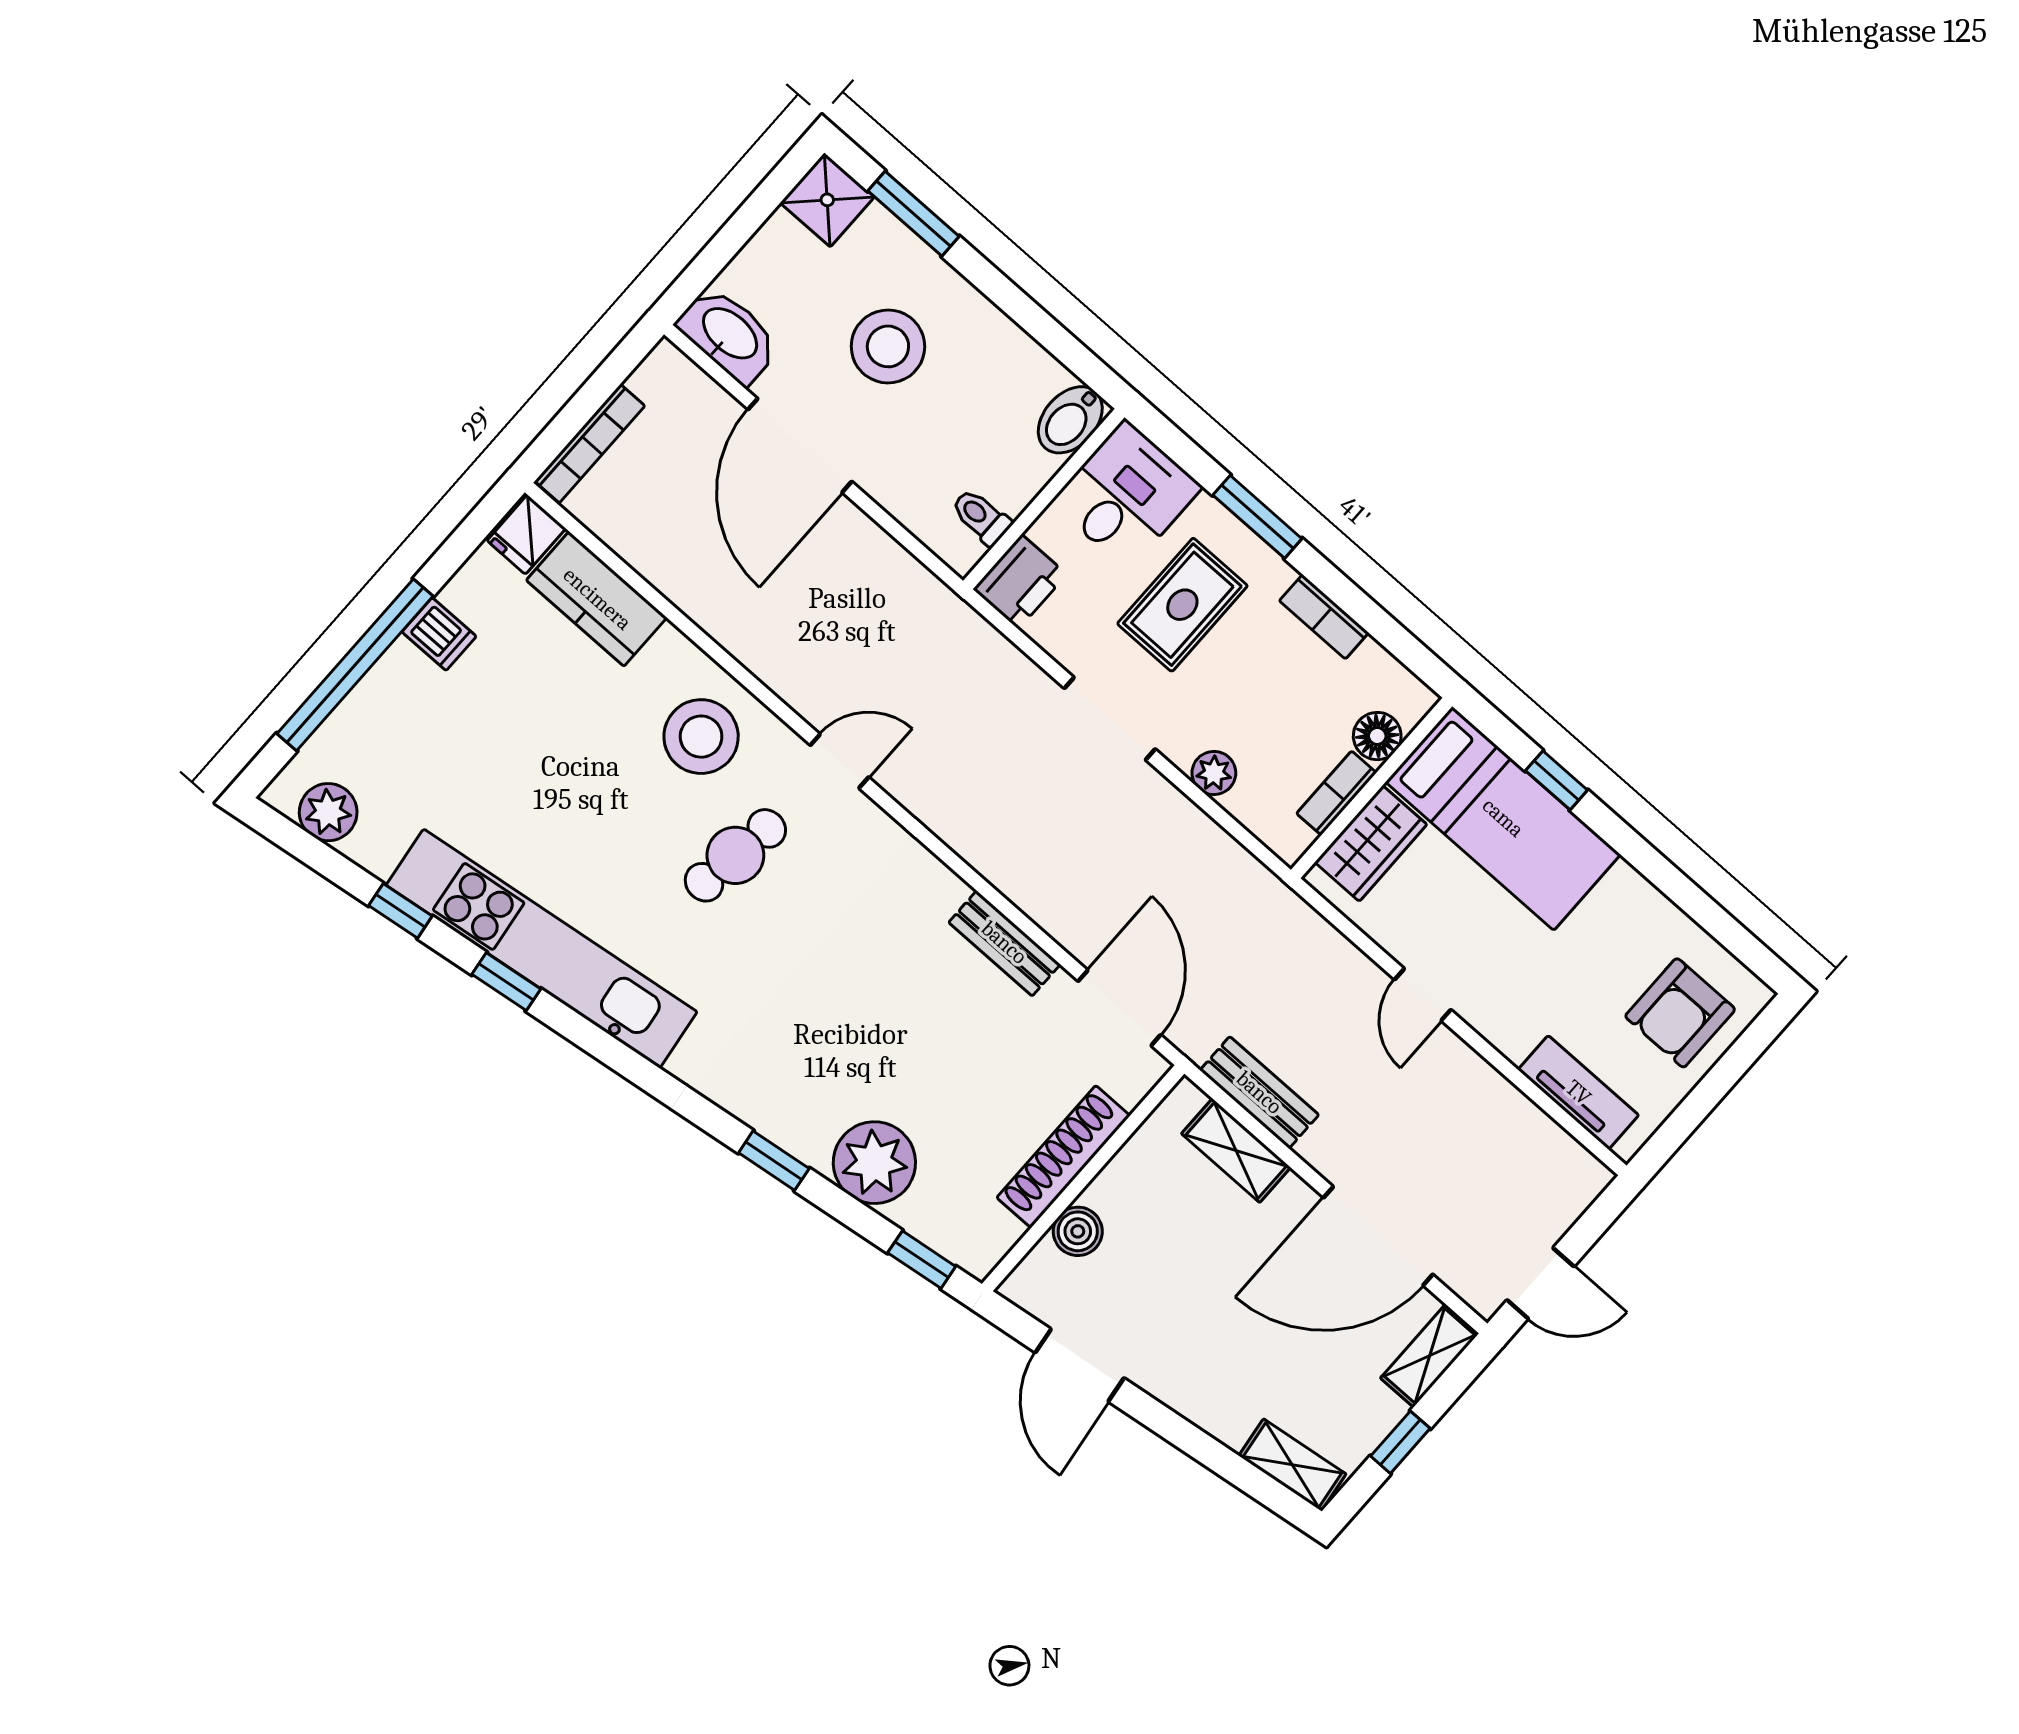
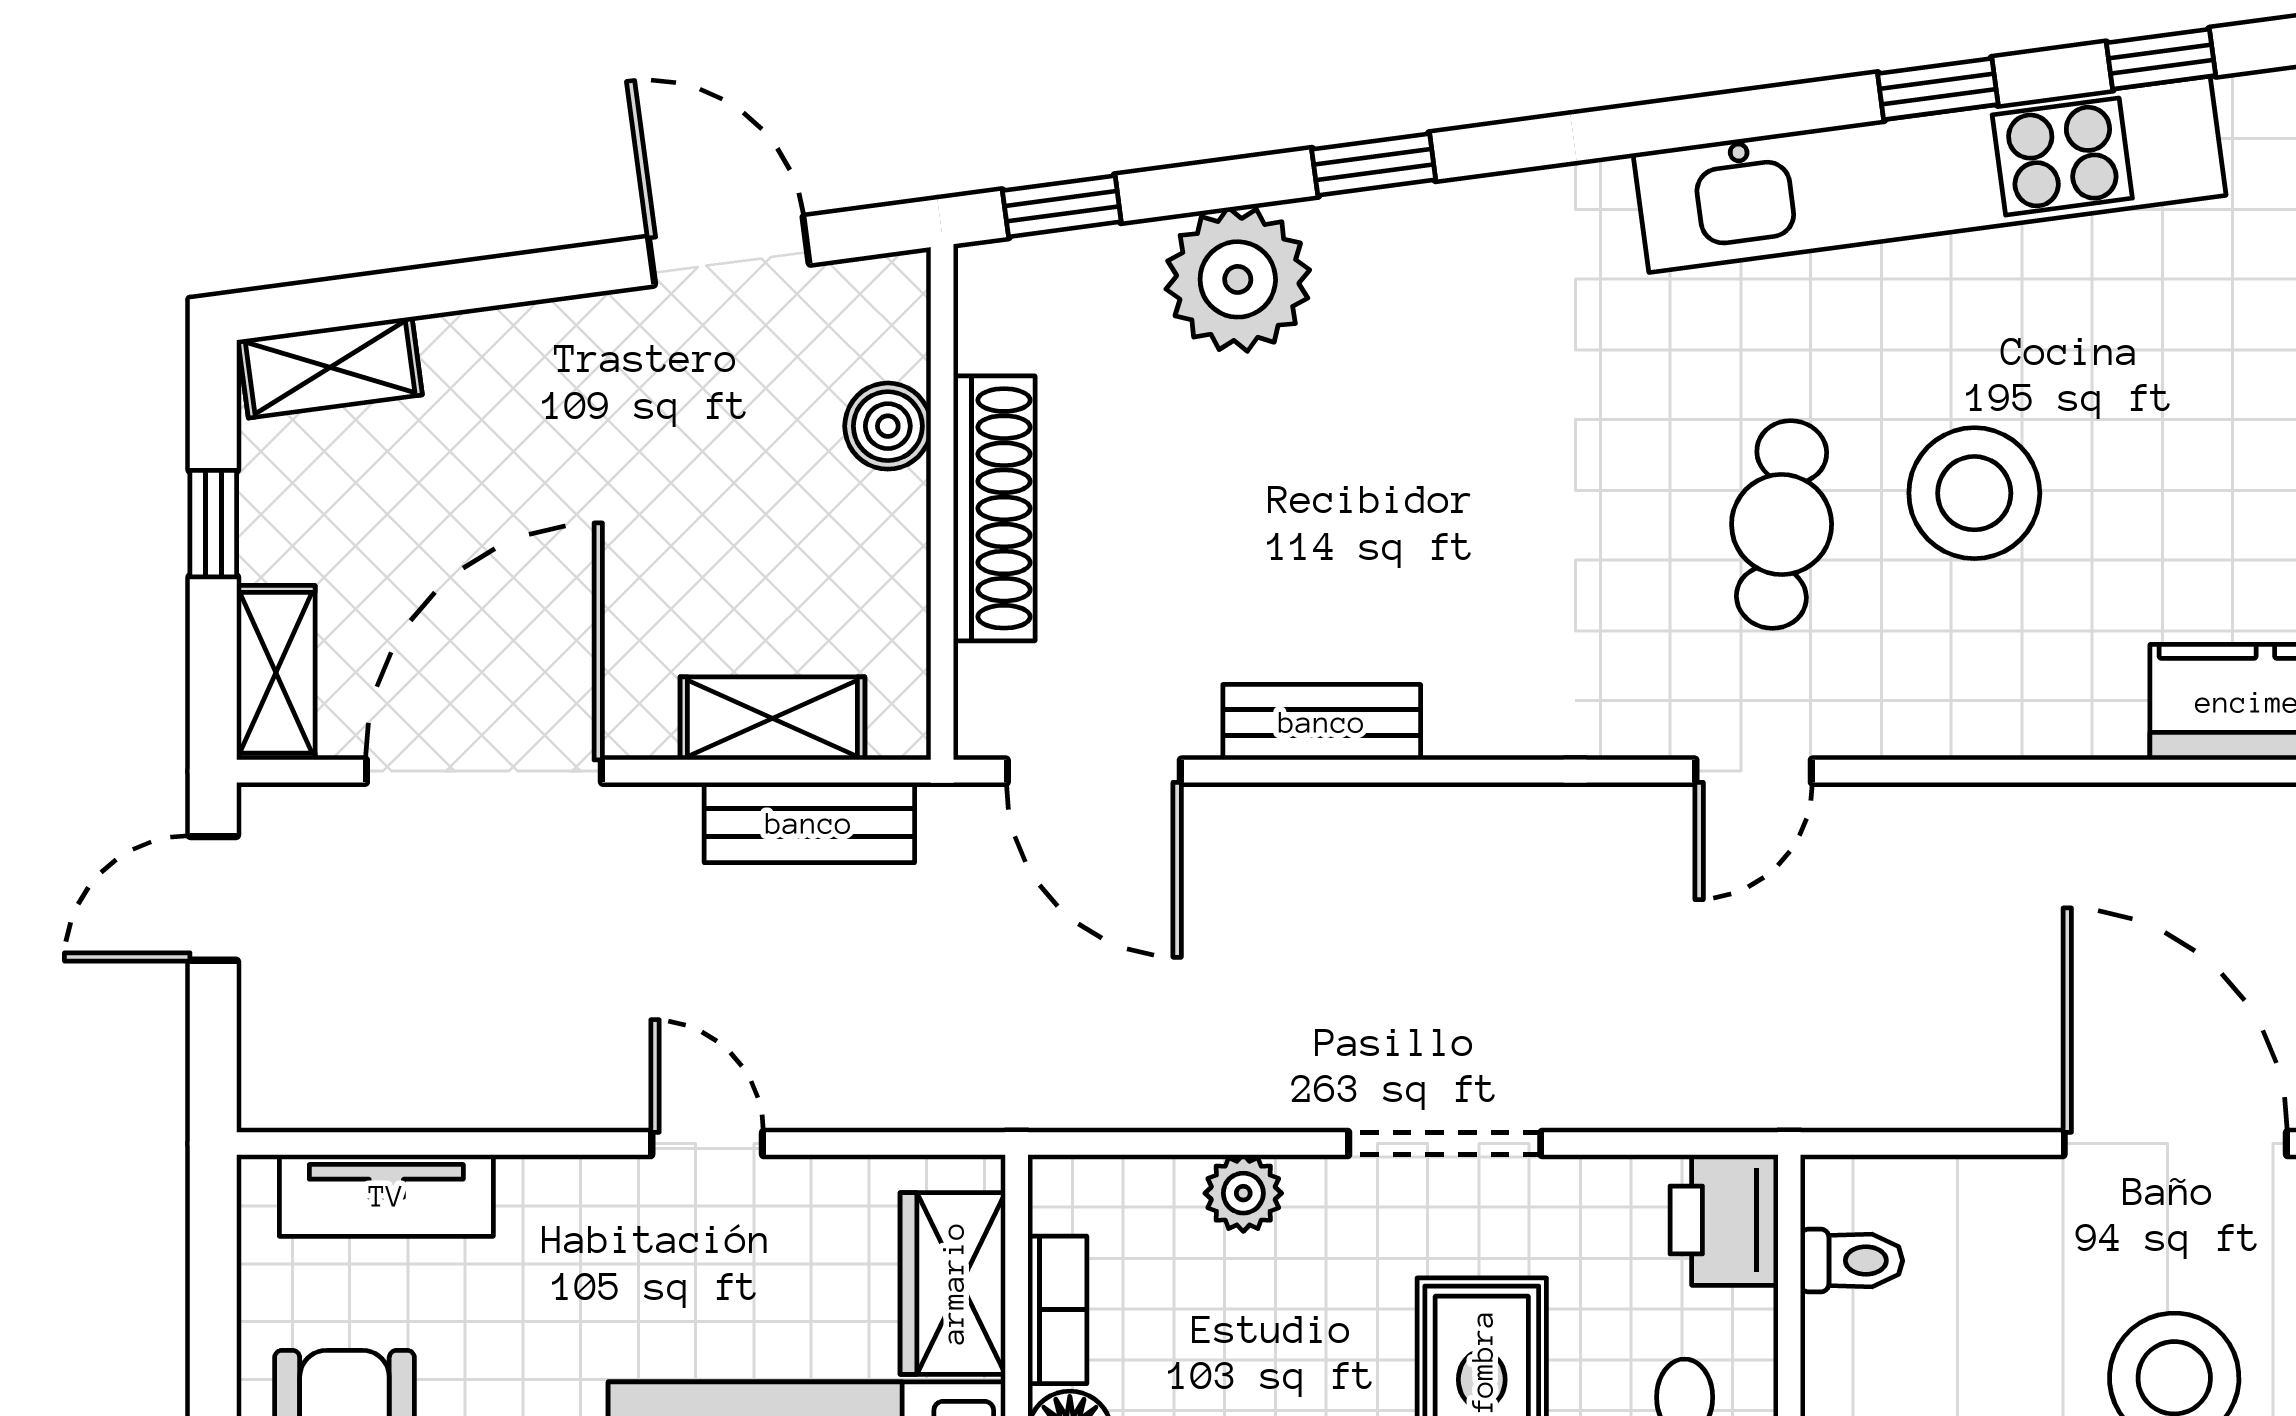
stool: (701, 737) -> (1974, 493), moved

